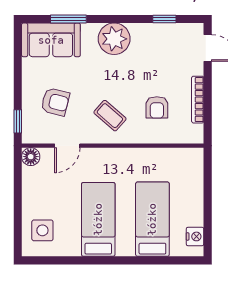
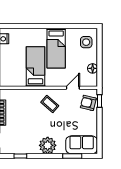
armchair: (55, 102) -> (88, 103), moved
armchair: (157, 107) -> (24, 108), removed
floor lamp: (31, 157) -> (93, 68), moved
bed: (152, 219) -> (36, 67), moved, turned 180

